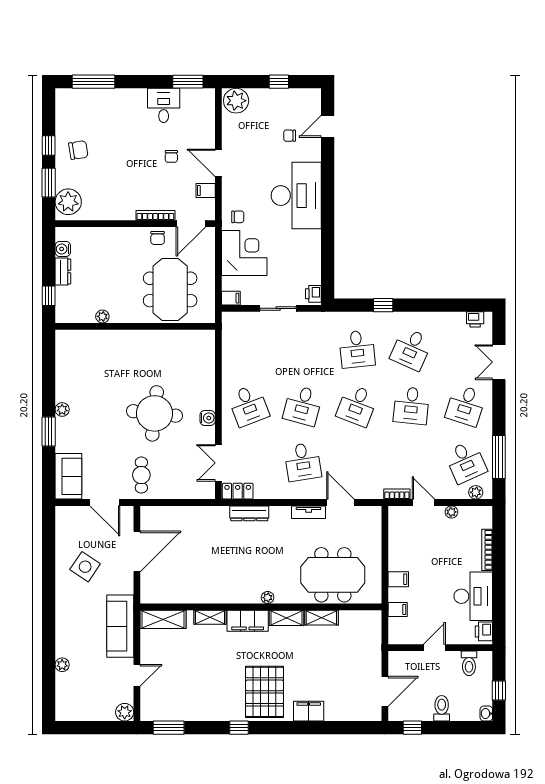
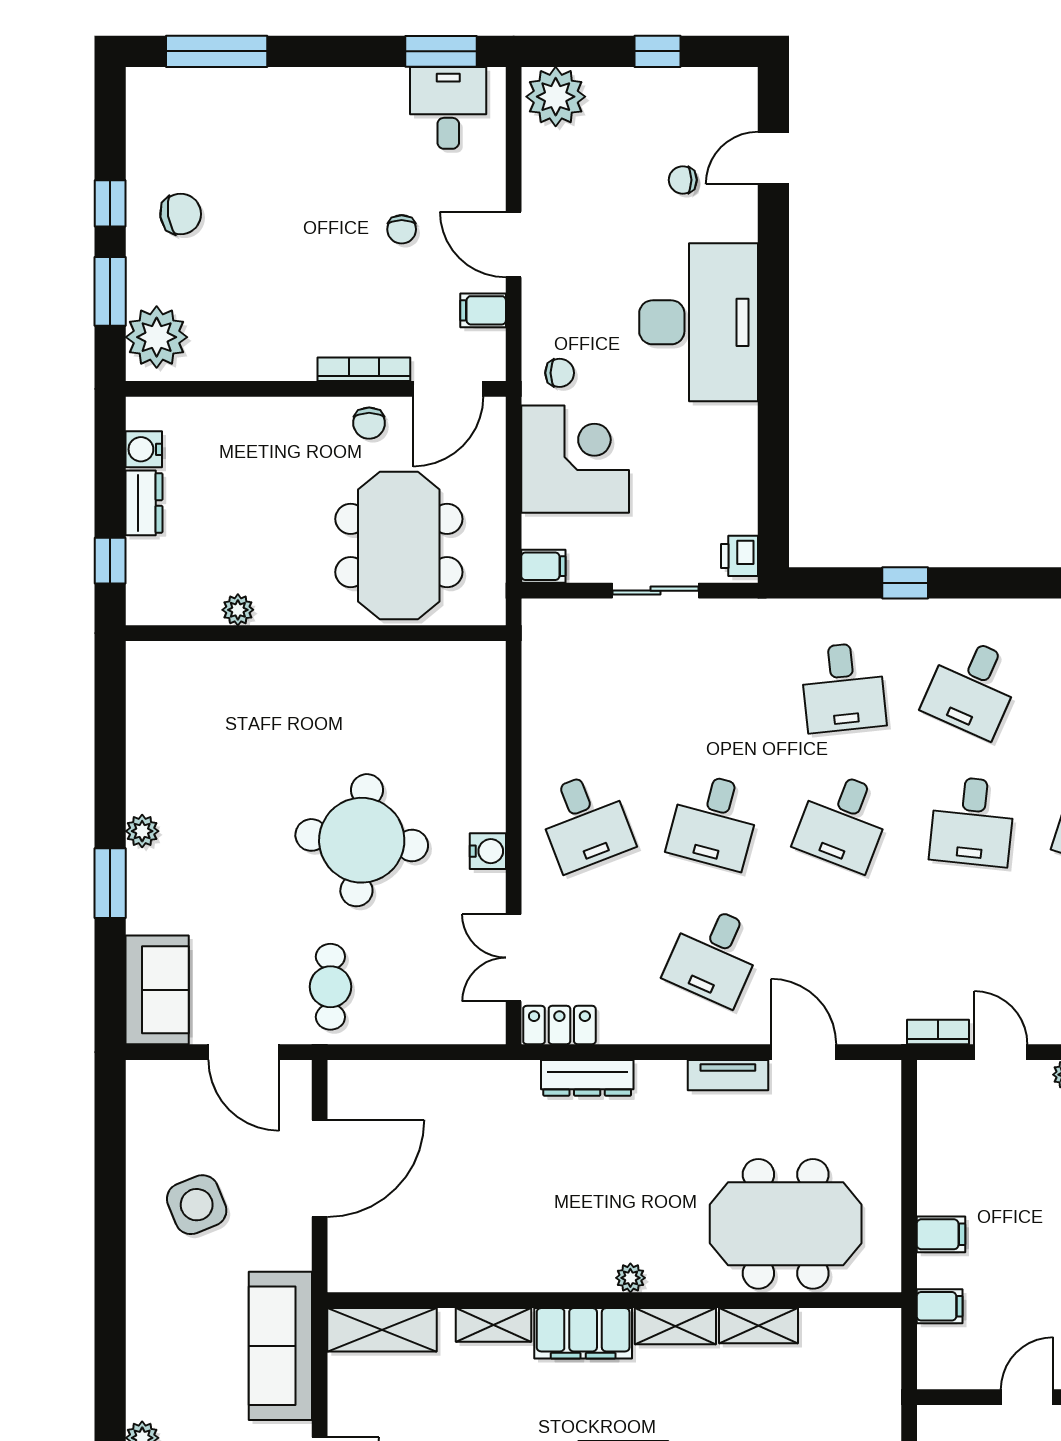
desk: (164, 105) -> (448, 108), moved
desk: (303, 462) -> (714, 955), turned 33
side table: (85, 567) -> (197, 1205), turned 34

